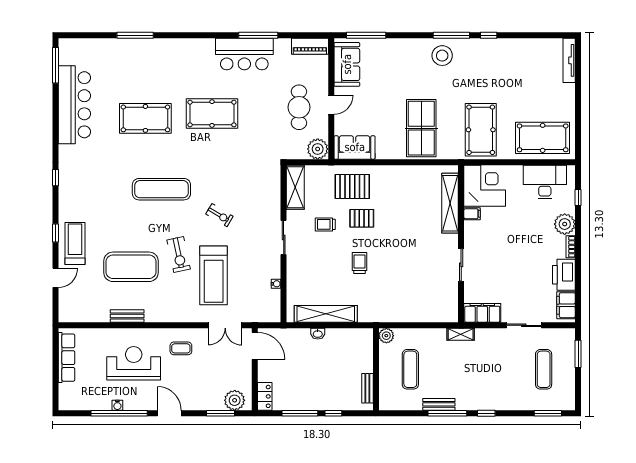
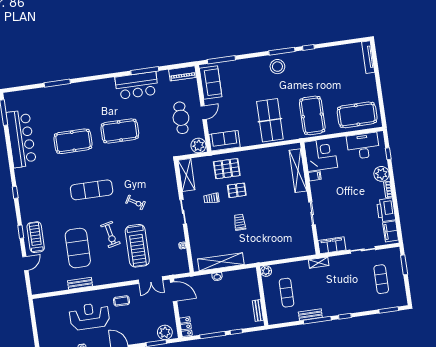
exercise mat: (131, 267) -> (78, 248), turned 90
row of seats: (67, 358) -> (41, 319), removed

